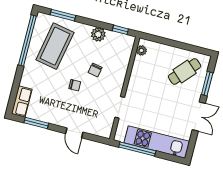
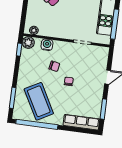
plant: (98, 34) -> (28, 43), moved
coffee table: (55, 46) -> (39, 101), turned 50
water cooler: (122, 64) -> (47, 45), added
row of seats: (22, 101) -> (81, 122), width x1.48

